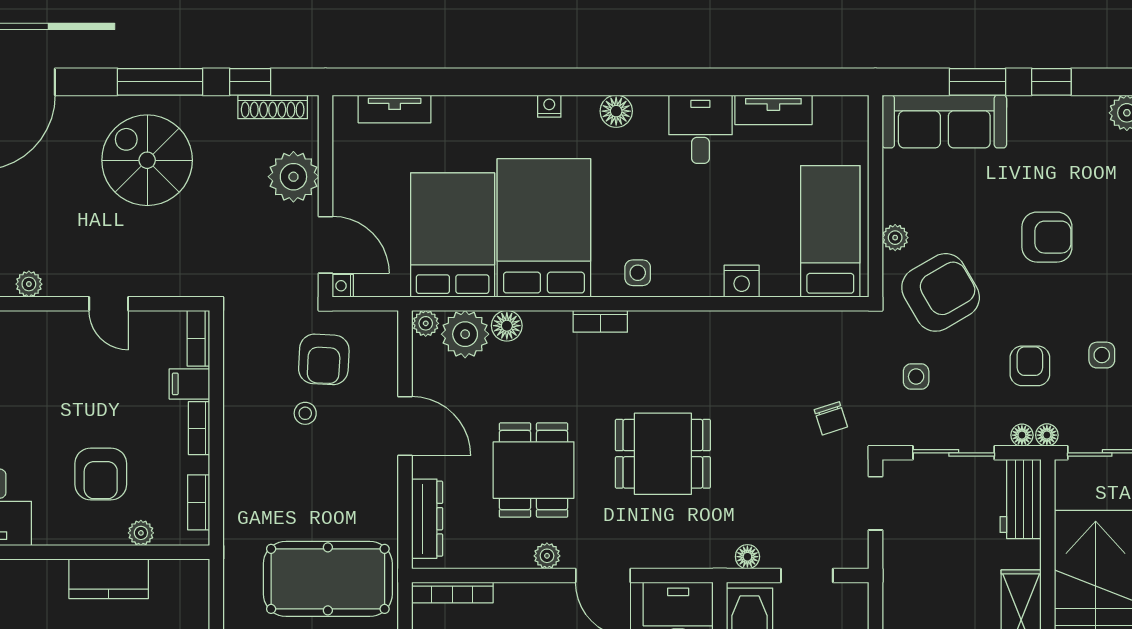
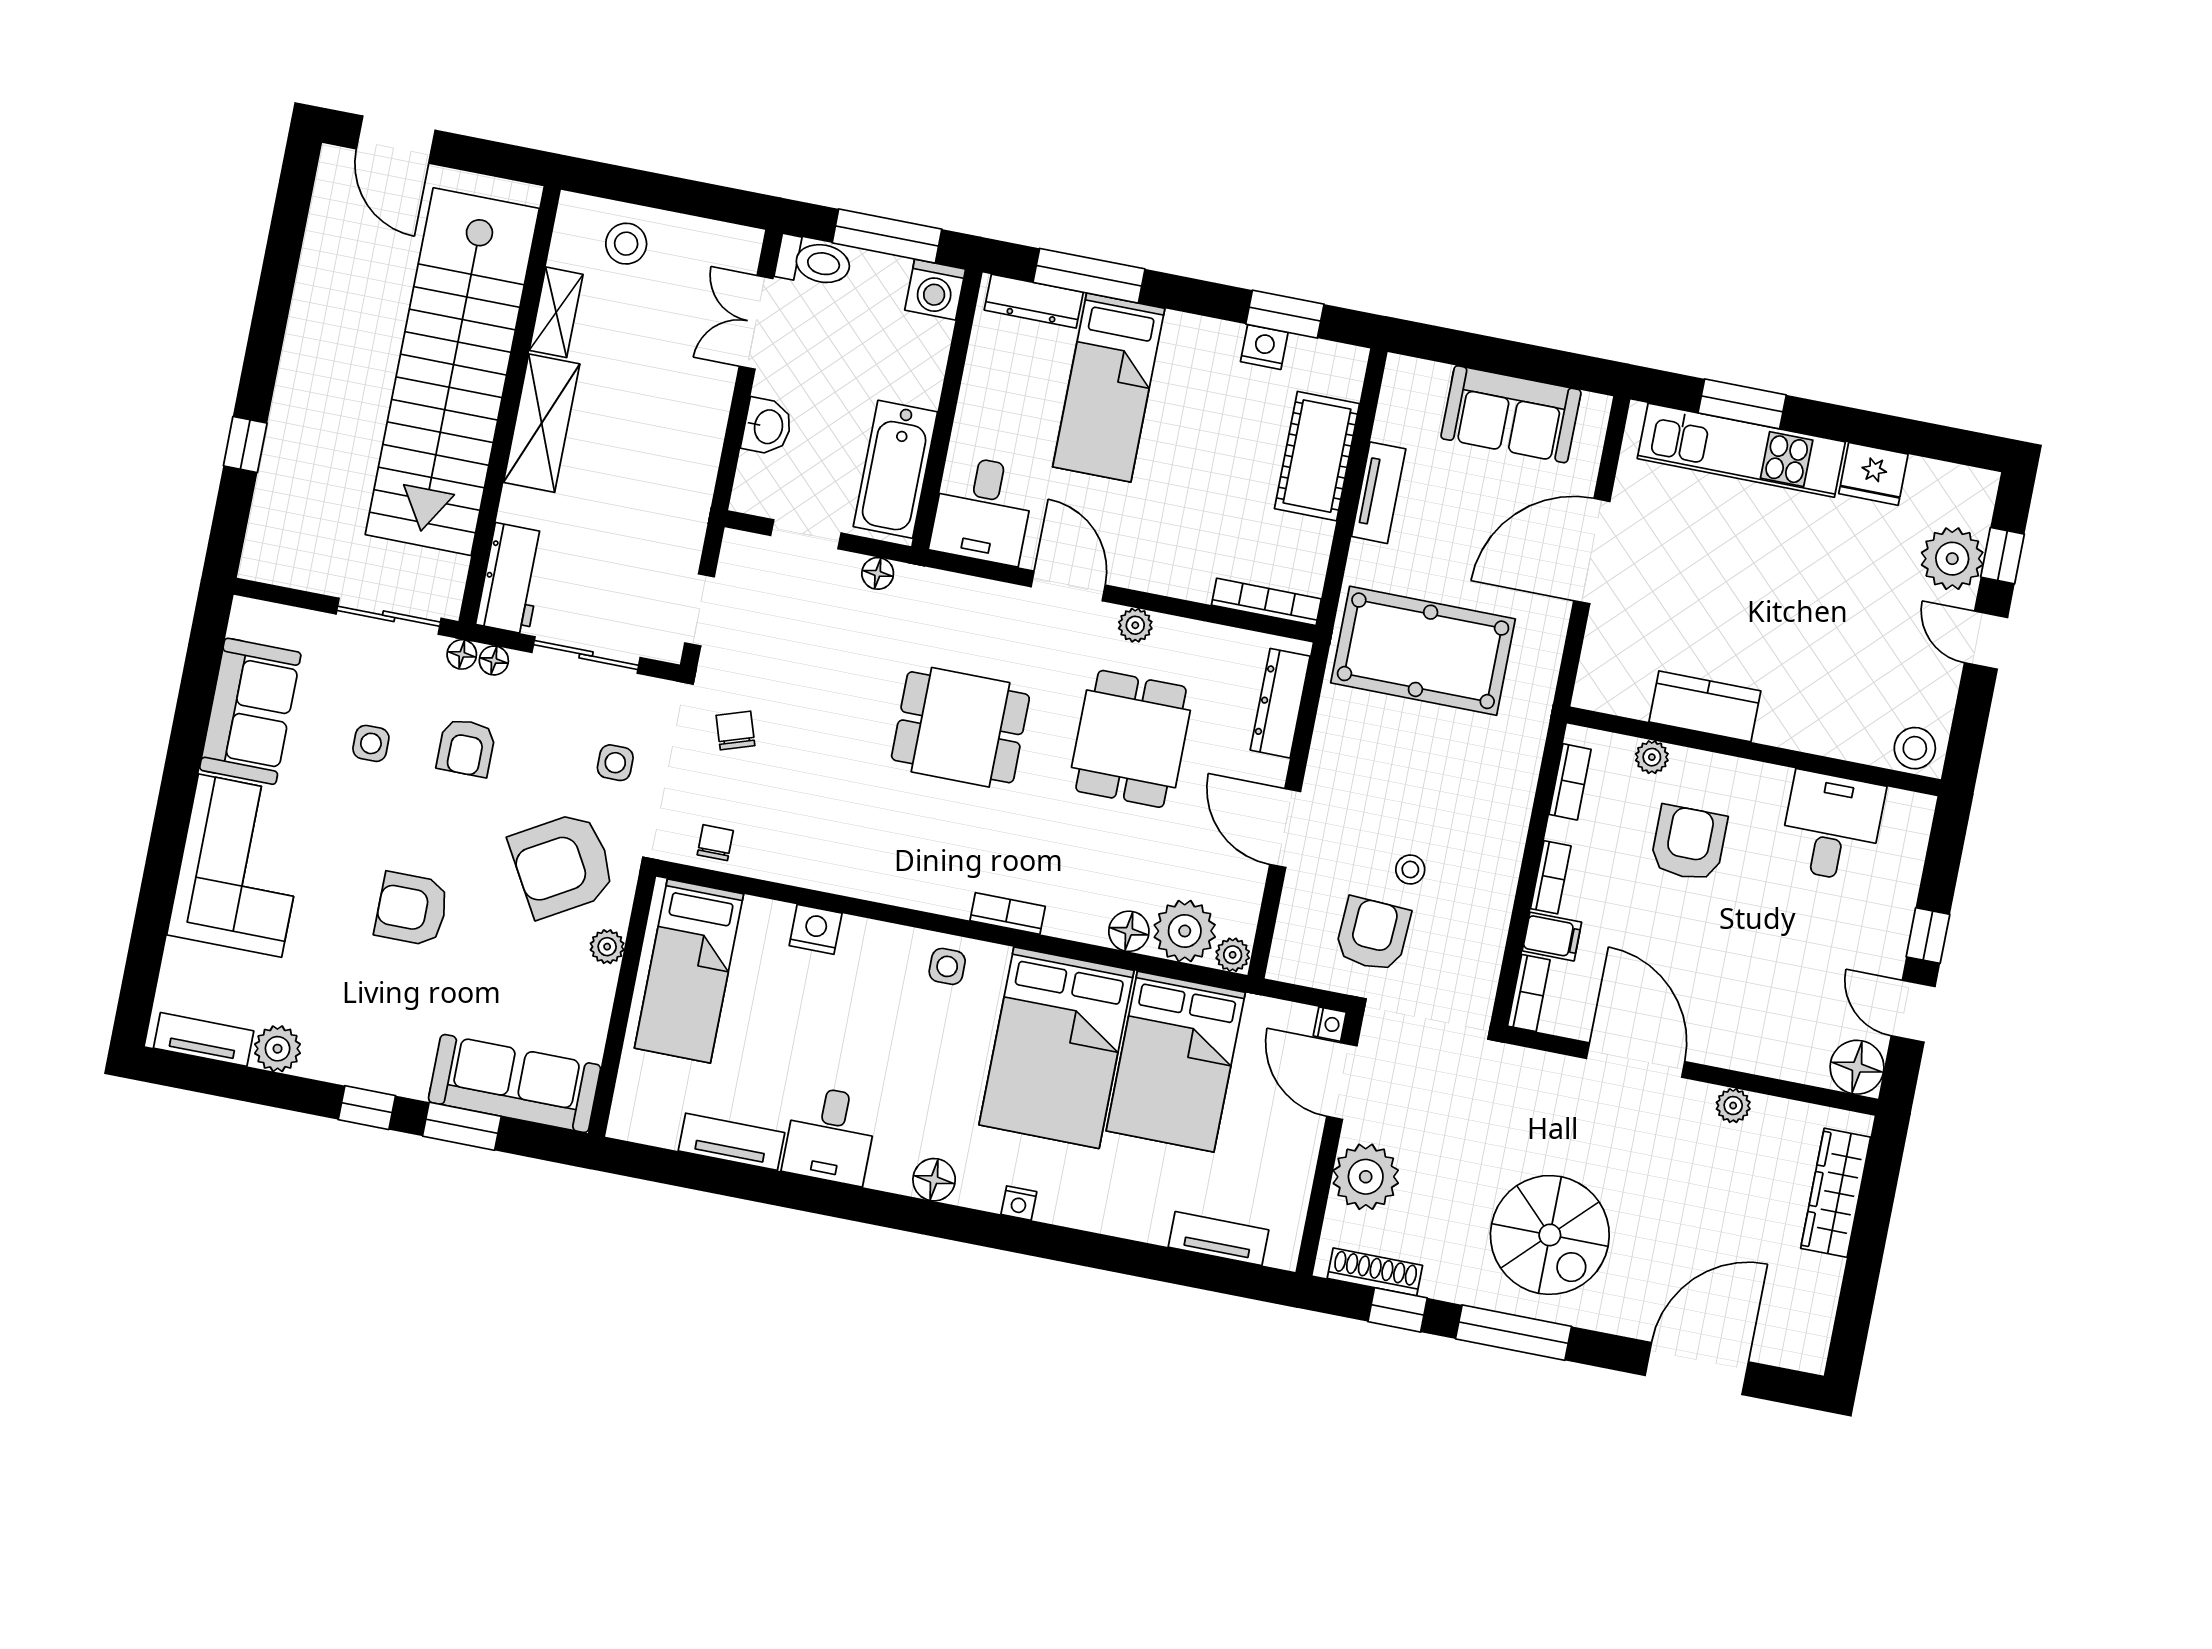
door: (109, 304) -> (1636, 1060), width x1.88
chair: (829, 331) -> (715, 843), added

